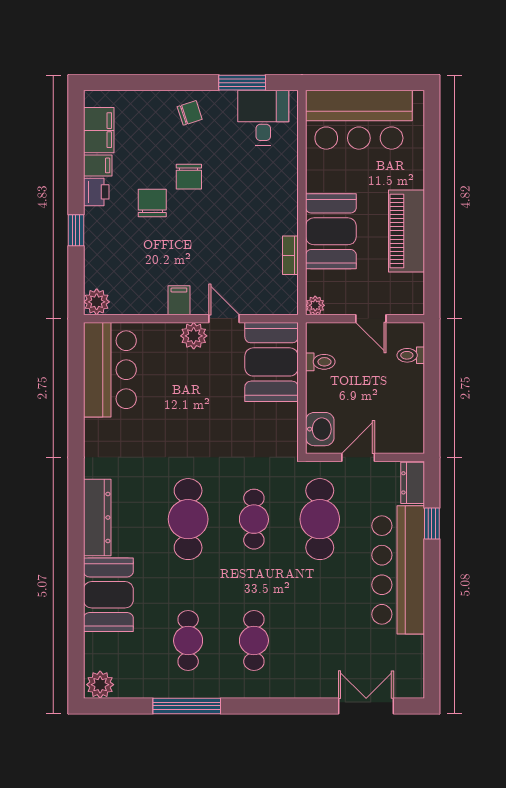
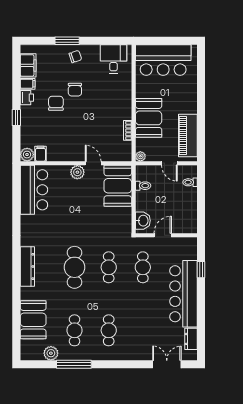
window: (242, 83) -> (67, 41), moved
piano: (406, 231) -> (188, 135), moved
filing cabinet: (179, 300) -> (40, 154), moved
dresser: (413, 483) -> (191, 339), moved
cafe table: (320, 519) -> (143, 267), width x0.73, depth x0.74
booth: (108, 595) -> (33, 320), moved
plant: (100, 685) -> (51, 353), moved

